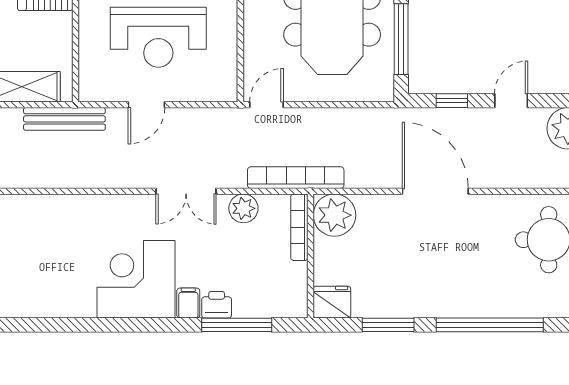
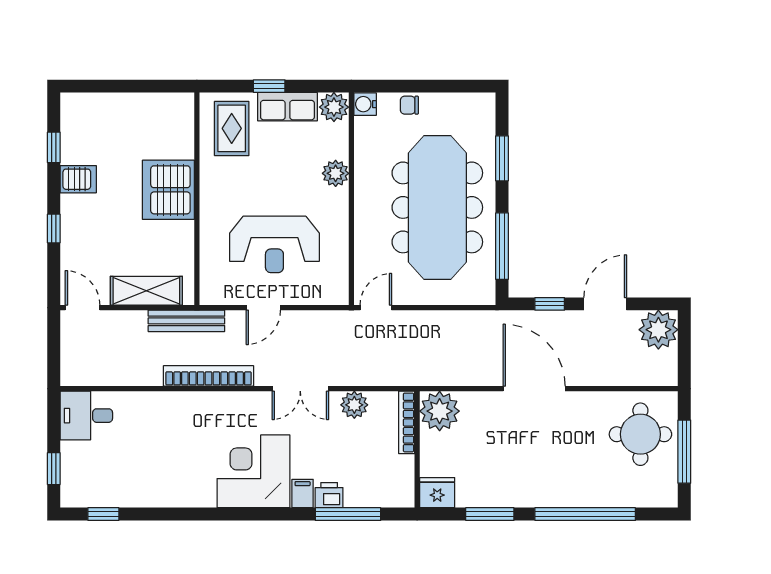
door: (511, 101) -> (605, 304), width x1.38
bookcase: (296, 178) -> (209, 376), moved

